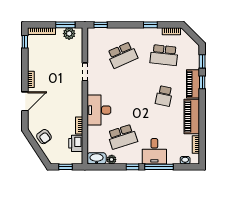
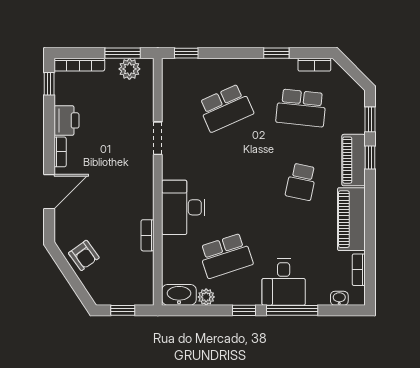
printer: (76, 143) -> (66, 120), moved, turned 180

